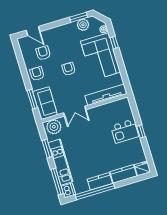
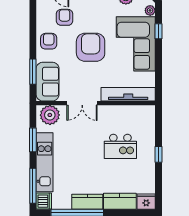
armchair: (69, 69) -> (91, 47), width x1.88, depth x1.88
kitchen island: (125, 131) -> (120, 146), moved

